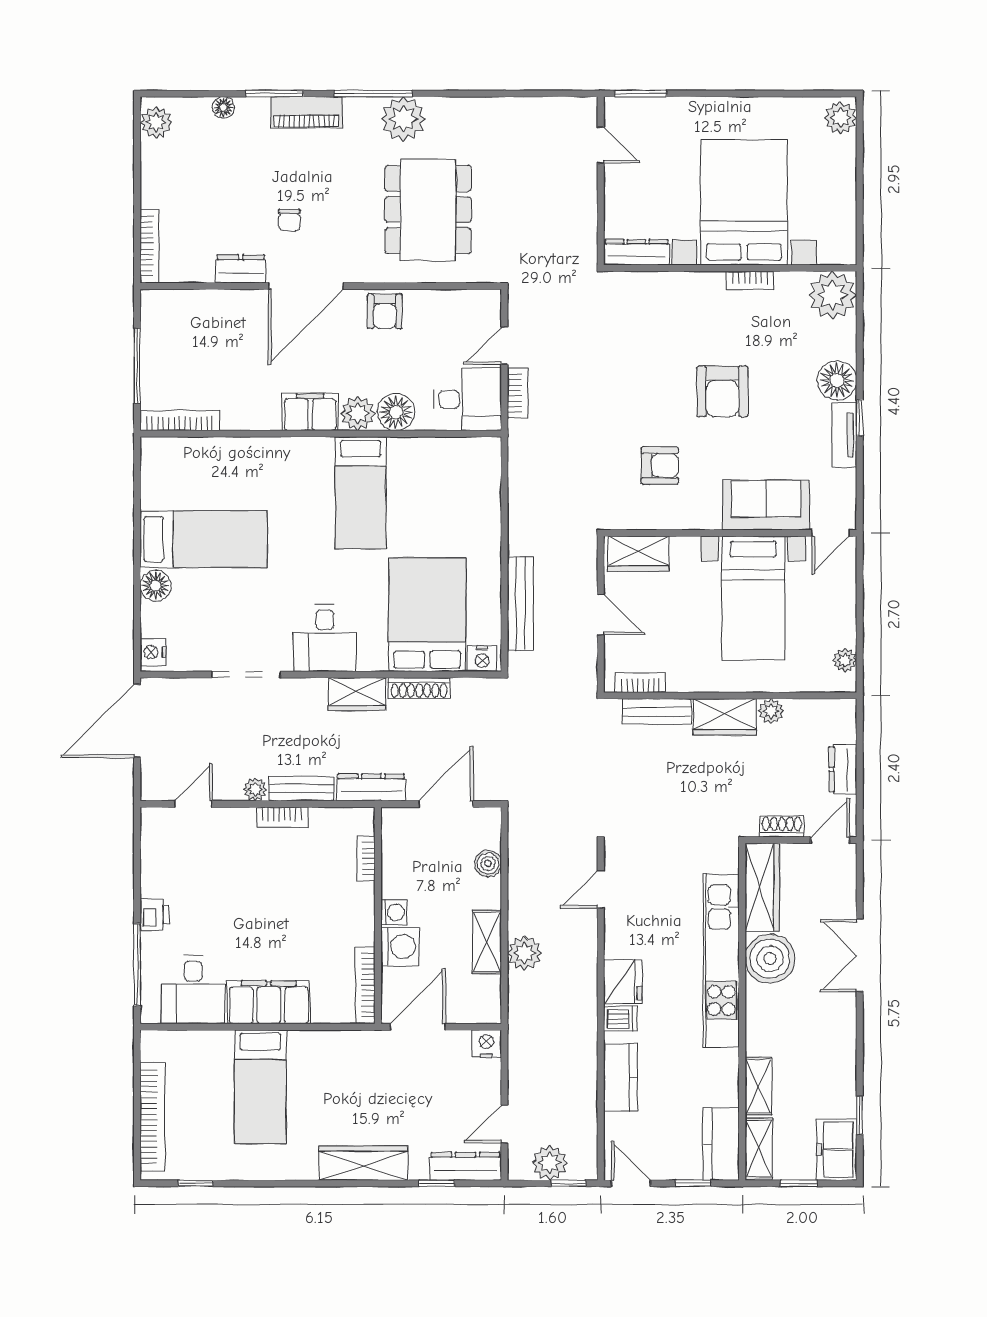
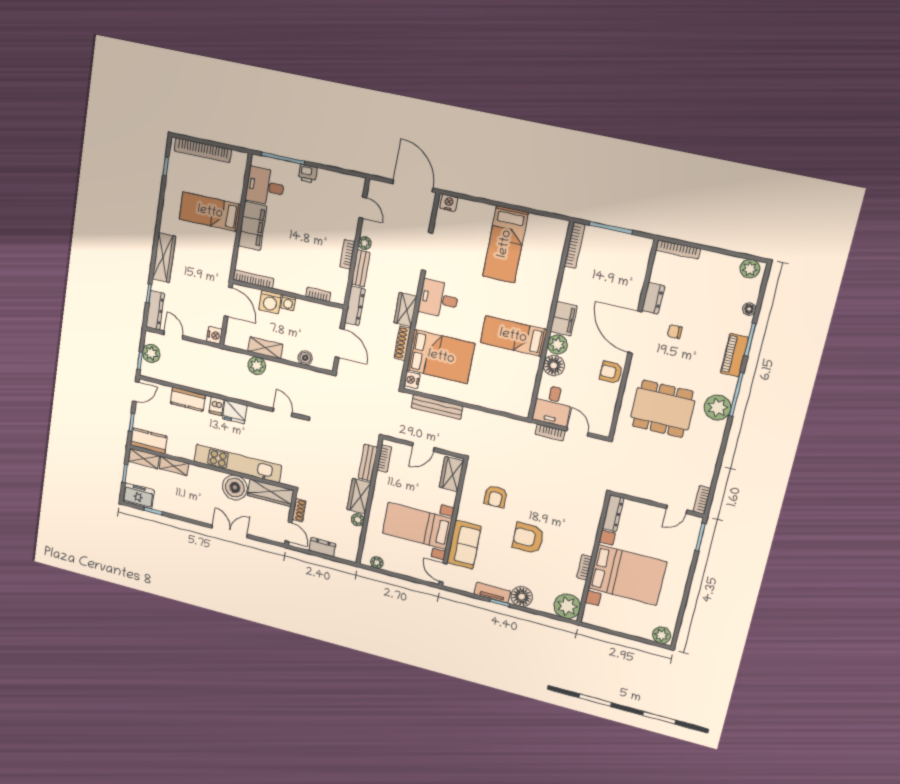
bookcase: (573, 107) -> (702, 500), added
floor lamp: (156, 586) -> (485, 212), removed

